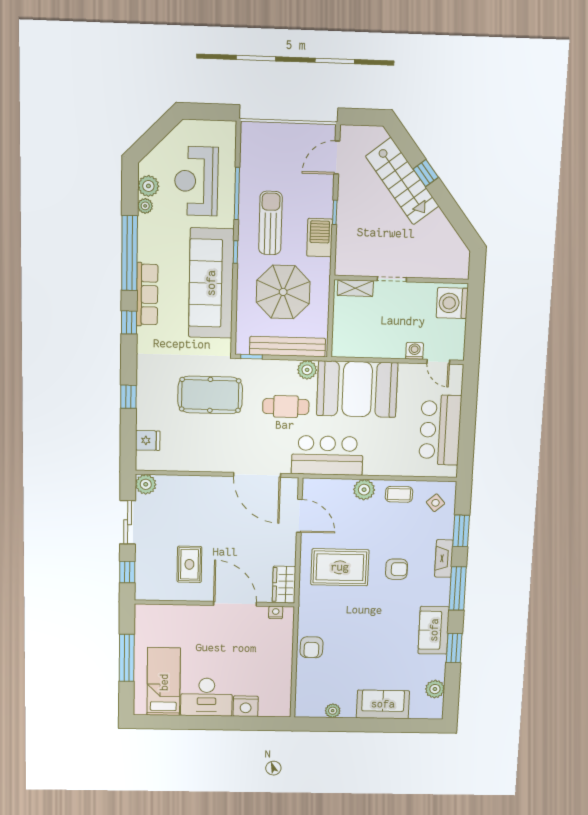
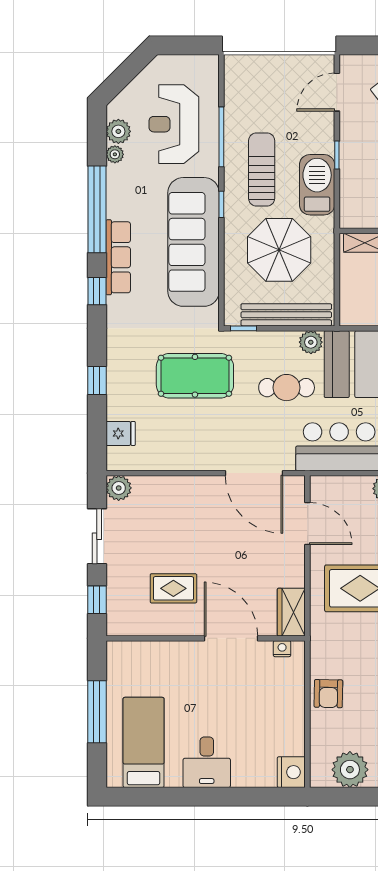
barbecue: (320, 238) -> (317, 185), width x1.37, depth x1.21
rug: (189, 564) -> (173, 588), turned 90
desk: (207, 697) -> (207, 762), width x0.73
nightstand: (246, 706) -> (291, 772), moved, turned -90
plant: (333, 711) -> (350, 770), width x1.88, depth x1.88

